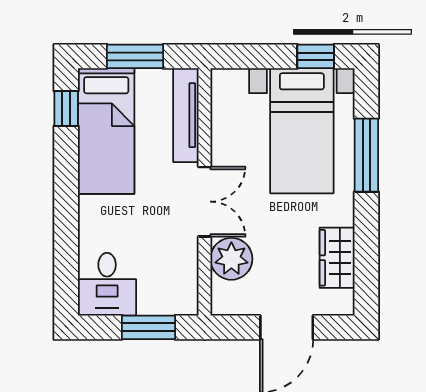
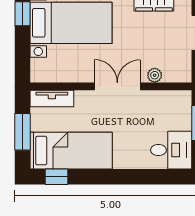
tv unit: (186, 115) -> (52, 98), width x0.71
plant: (231, 259) -> (155, 75), width x0.53, depth x0.53

